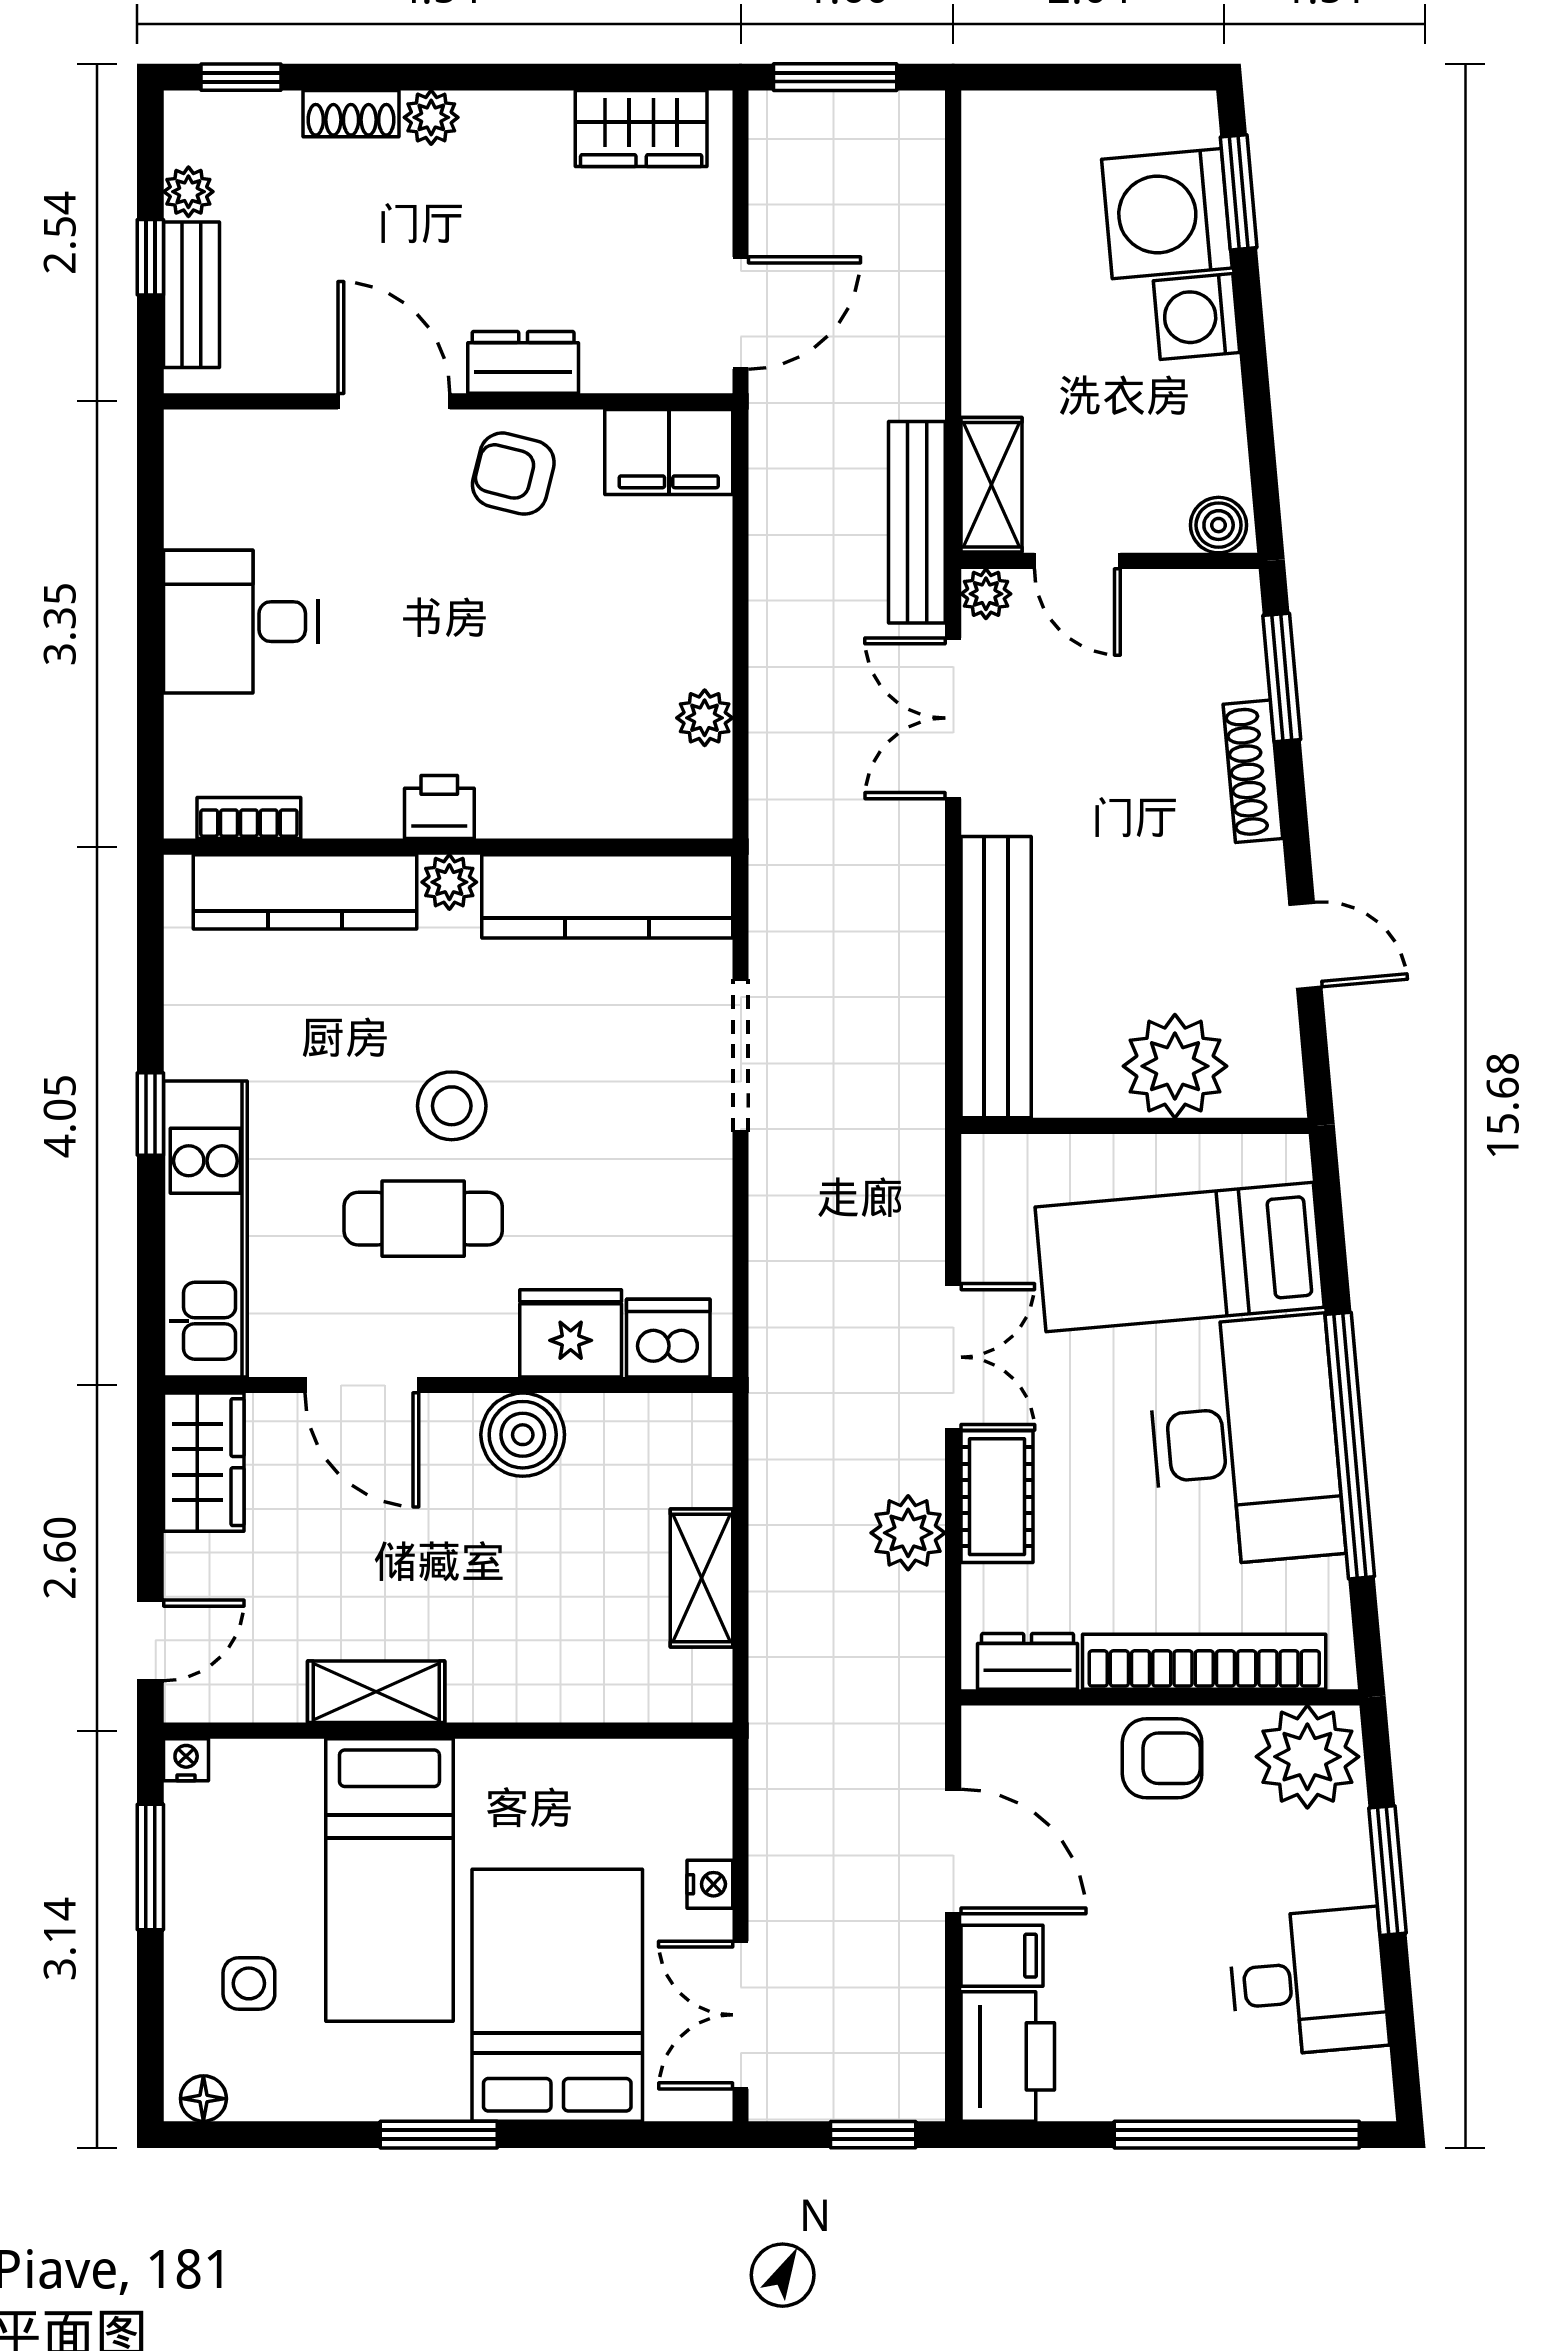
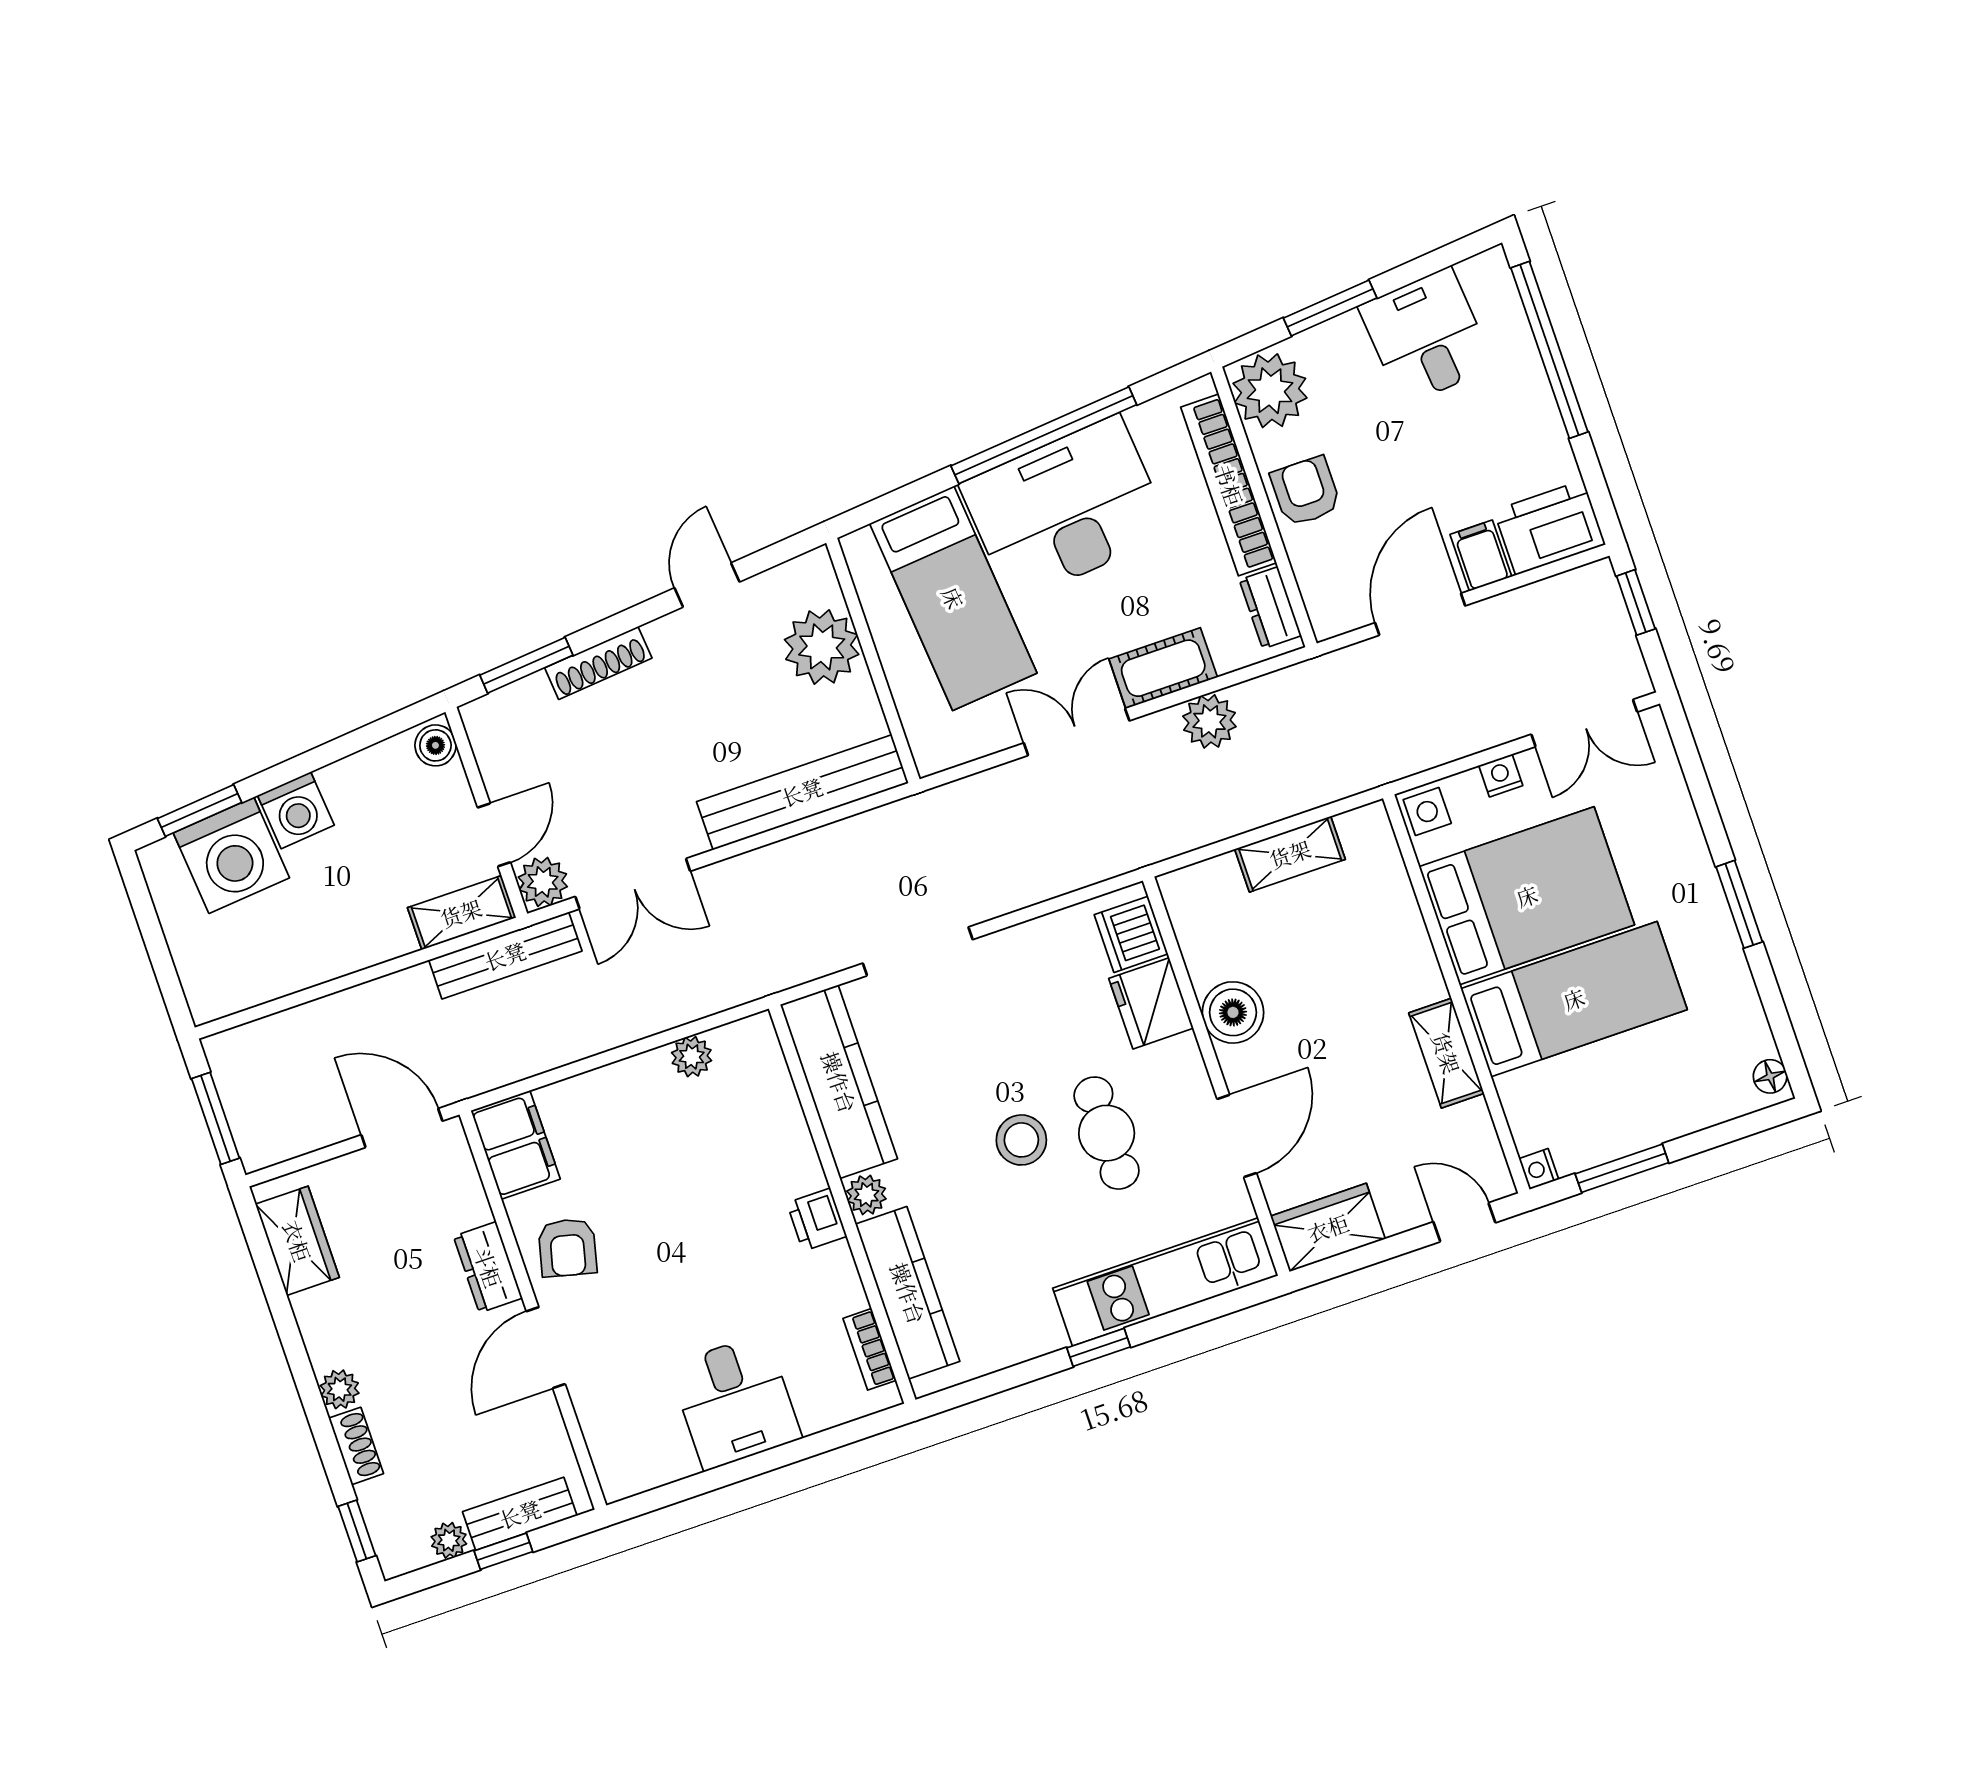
plant: (986, 594) -> (543, 882), width x1.38, depth x1.38
side table: (249, 1983) -> (1427, 812), moved
bed: (557, 1995) -> (1527, 896), moved, turned 180

